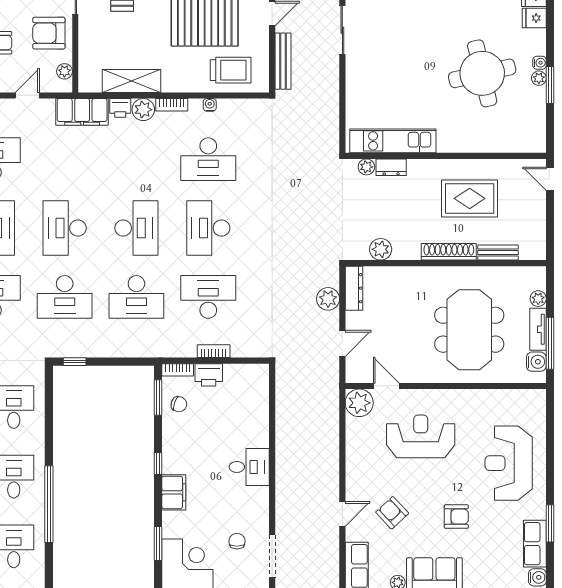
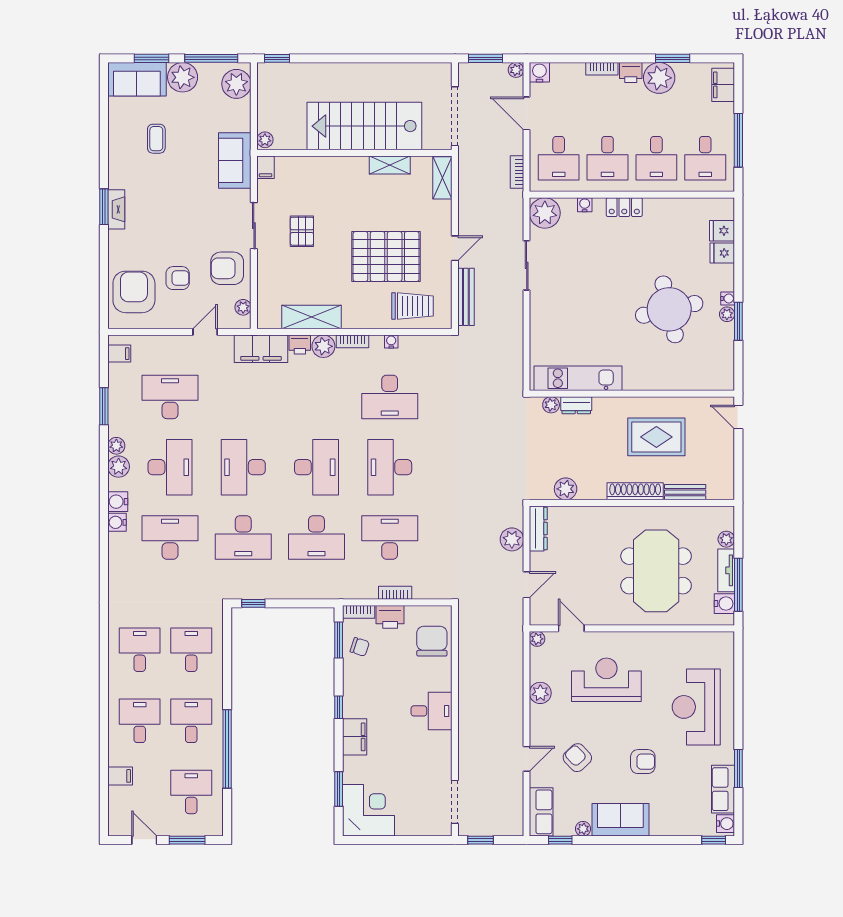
plant: (359, 403) -> (537, 639), width x0.53, depth x0.53
plant: (356, 449) -> (540, 693), added
chair: (237, 541) -> (432, 641), moved, width x1.87, depth x1.87

